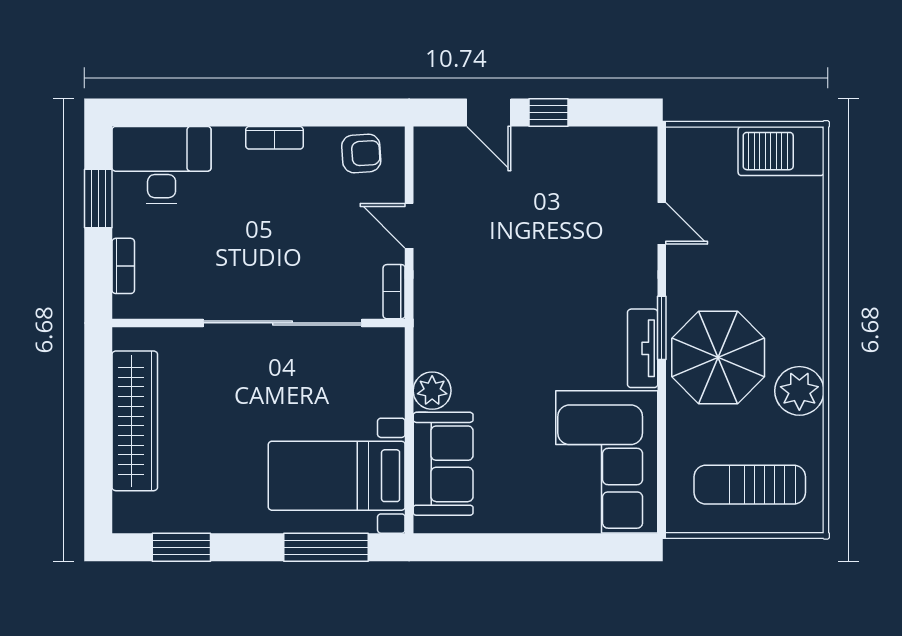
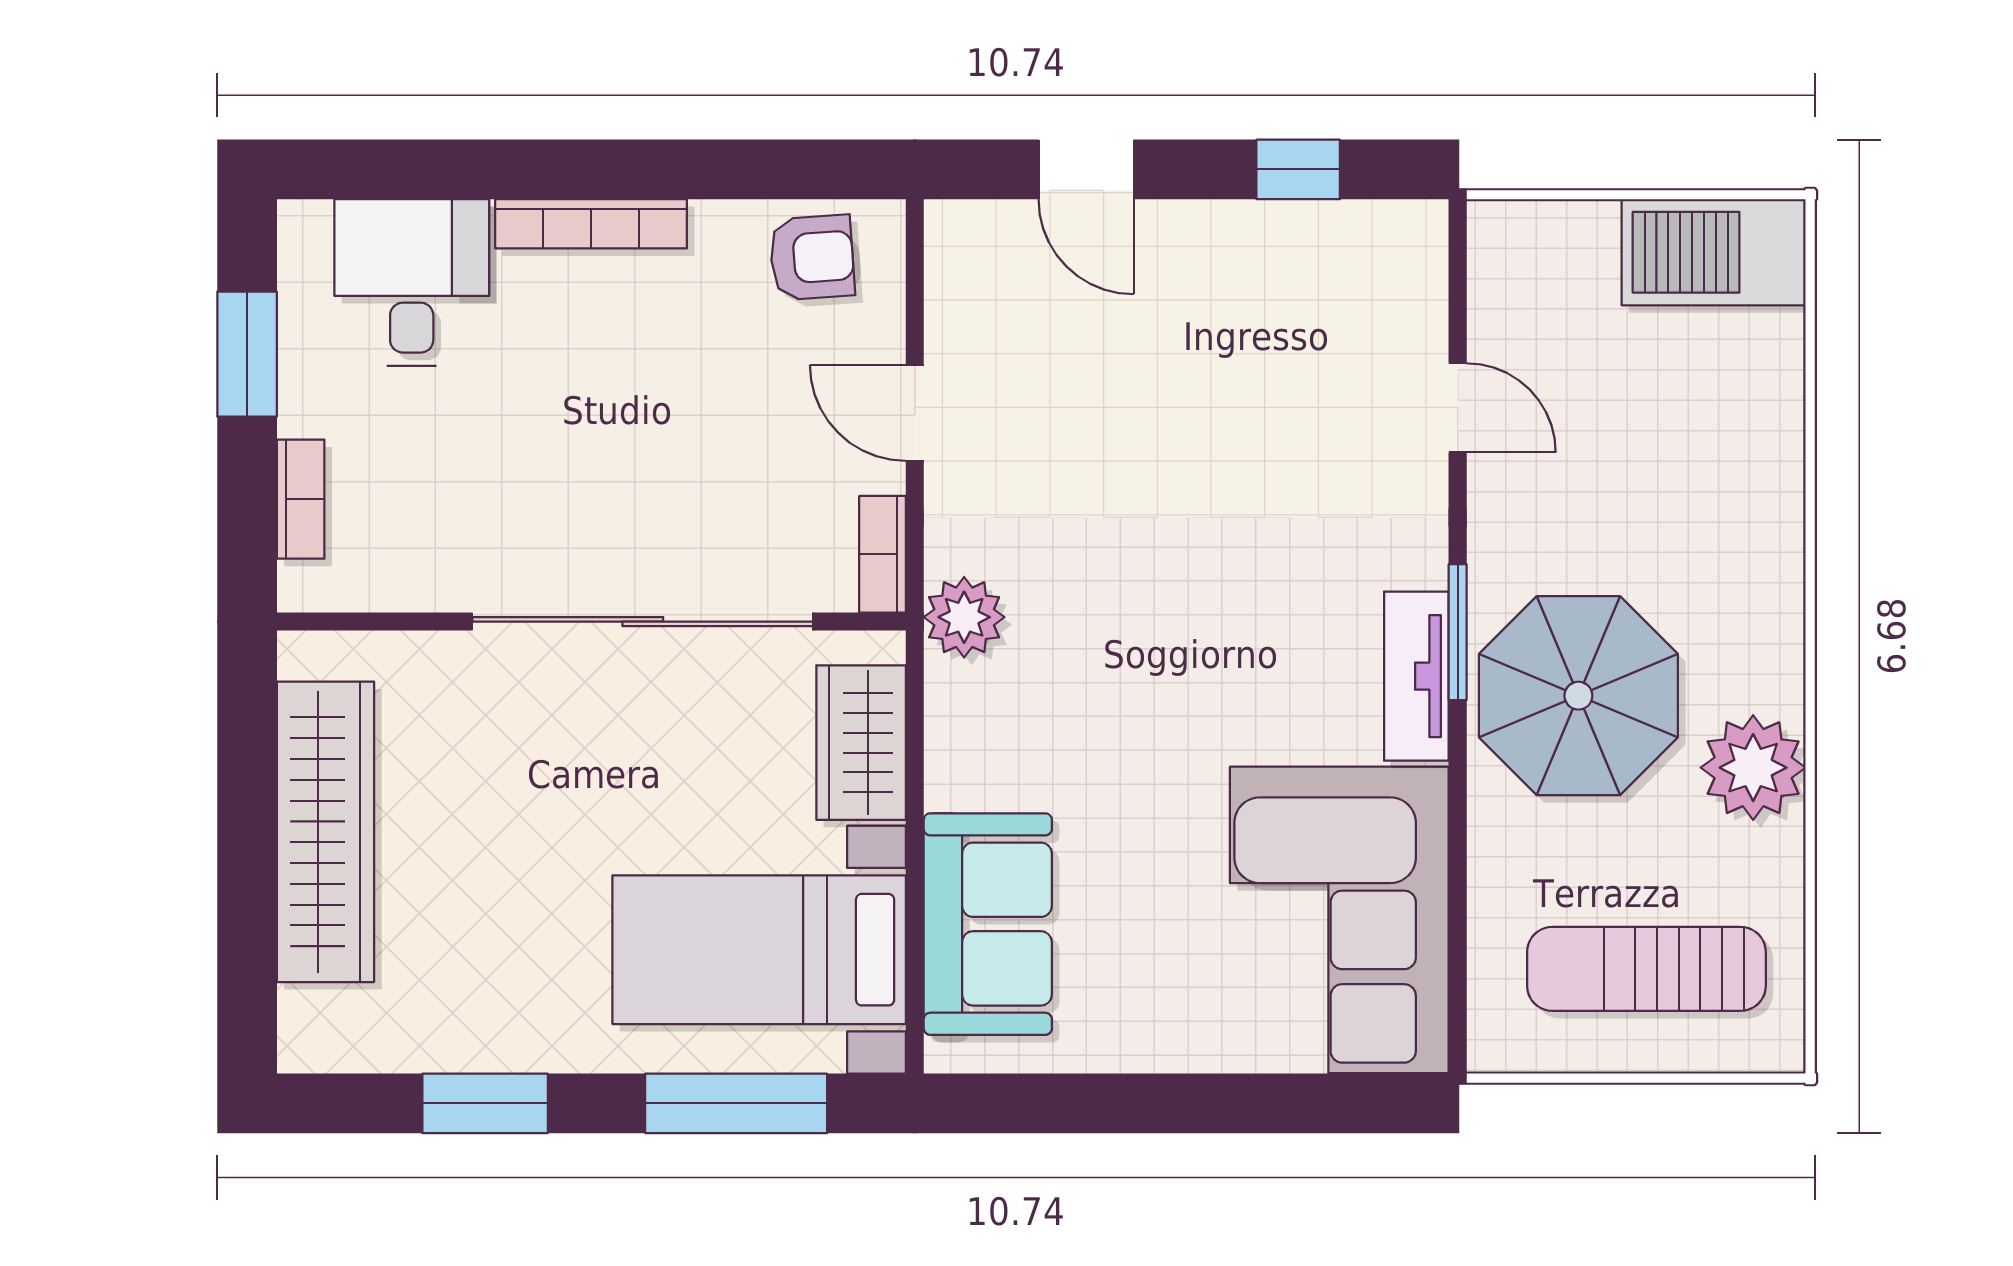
window: (549, 112) -> (1298, 169), moved
bookcase: (274, 138) -> (591, 224), width x1.56
desk: (162, 165) -> (412, 283), width x0.73
wardrobe: (384, 379) -> (861, 743), added
plant: (432, 391) -> (964, 617), moved
window: (181, 547) -> (485, 1103), moved

